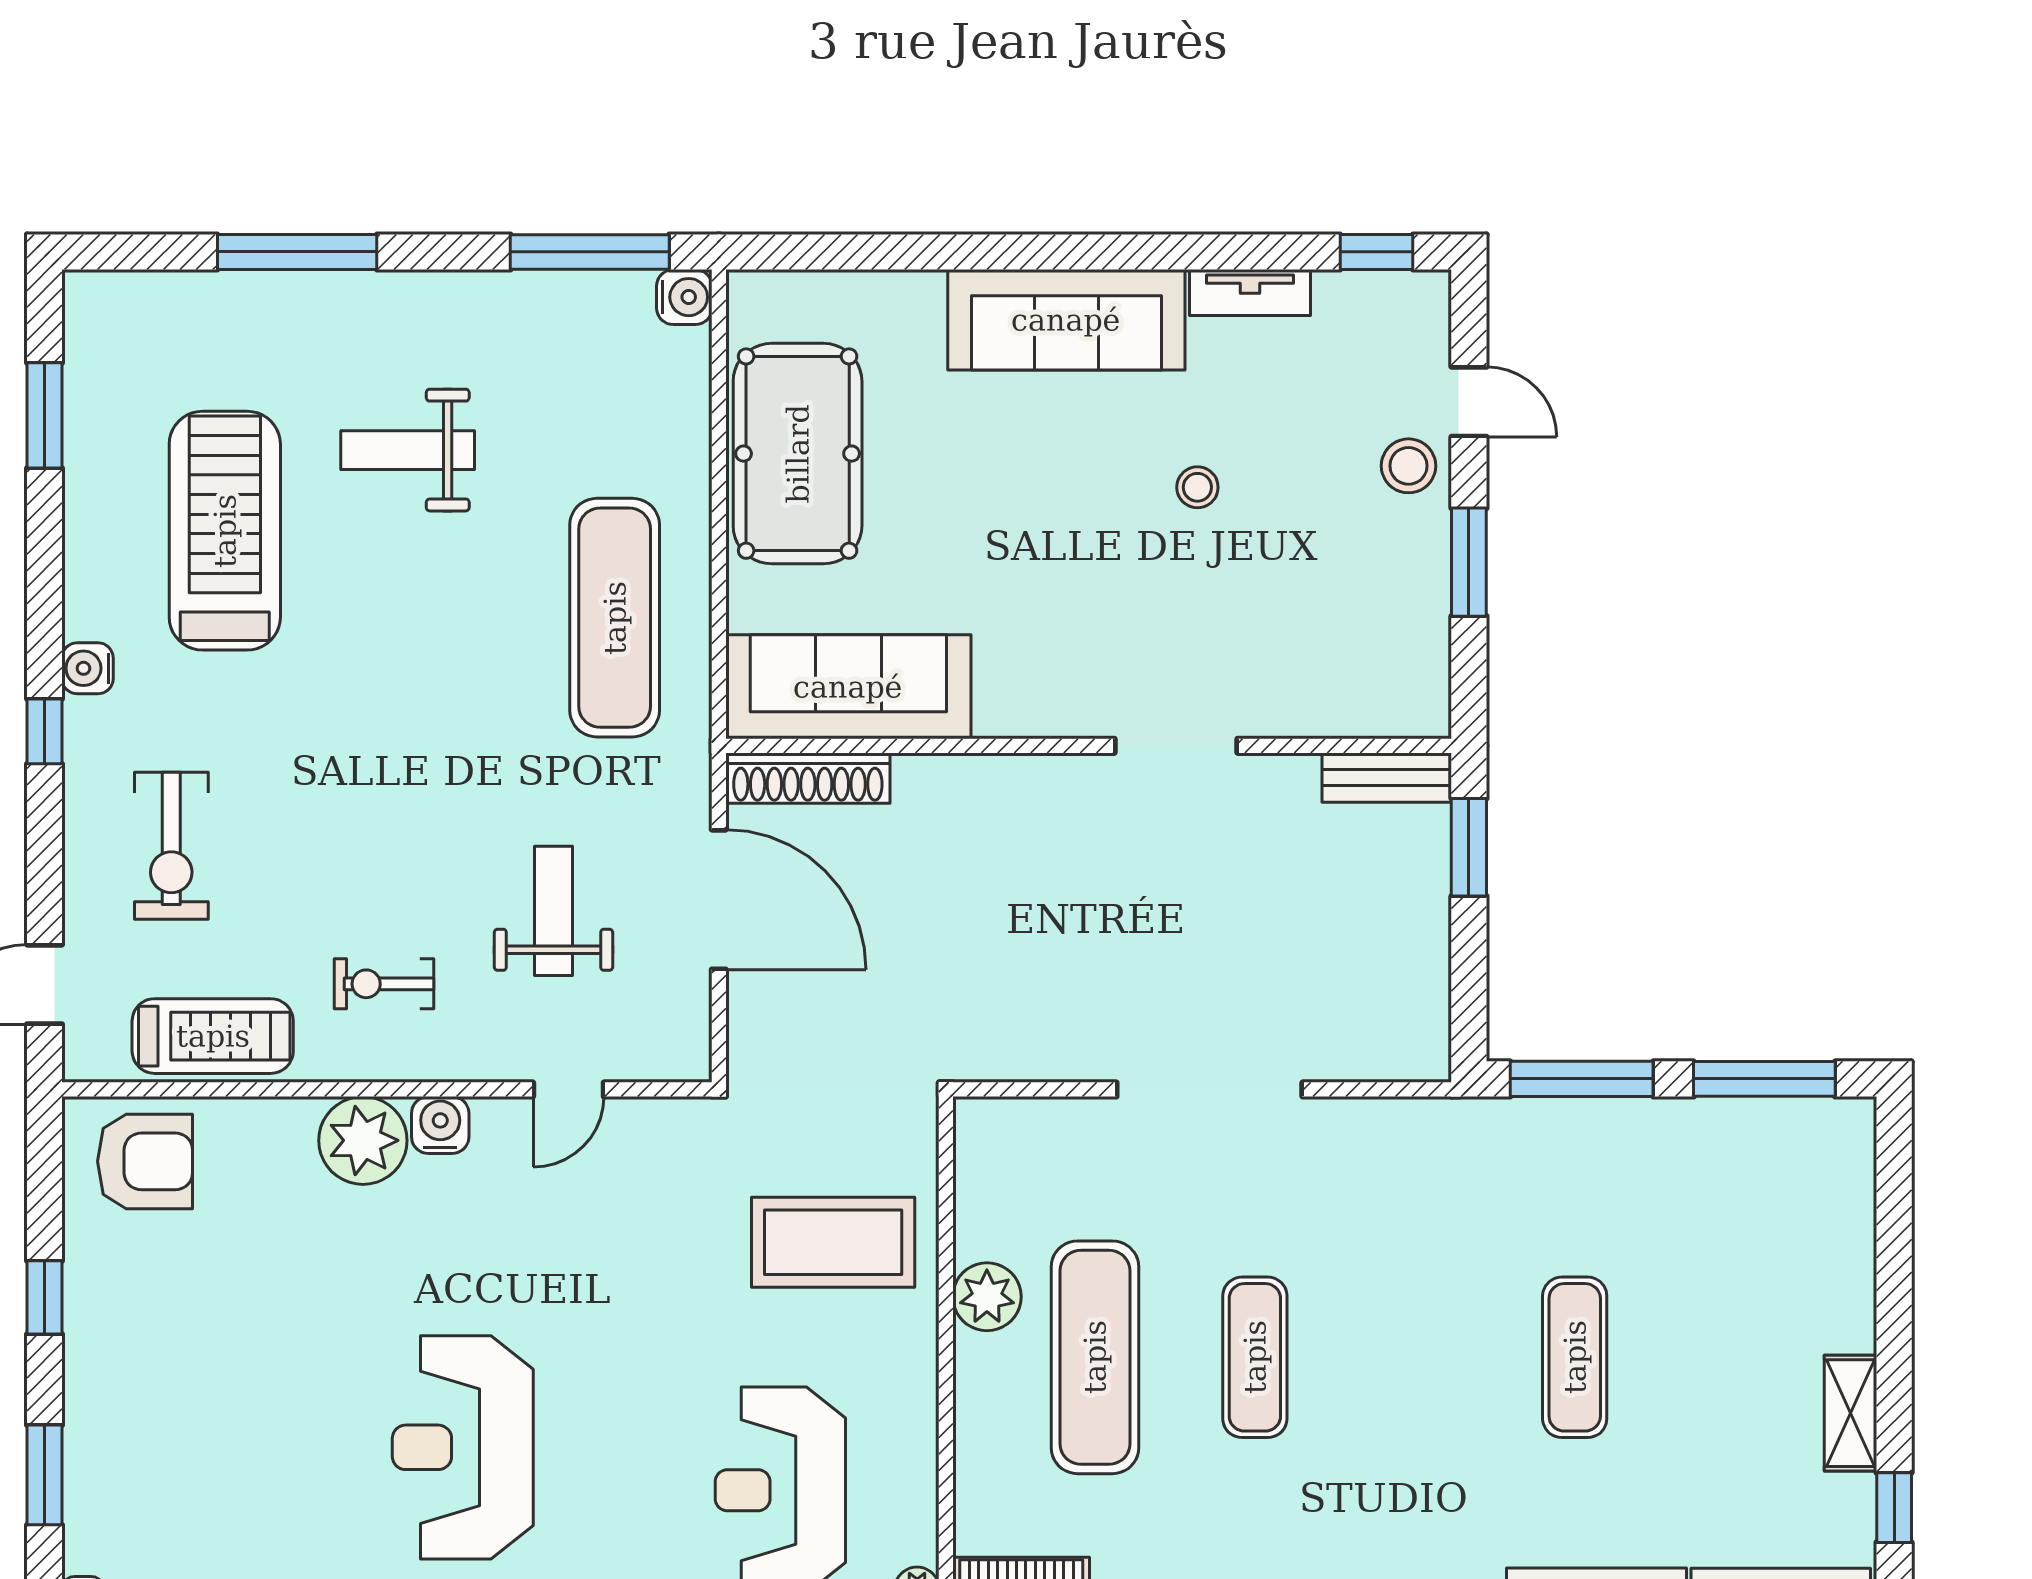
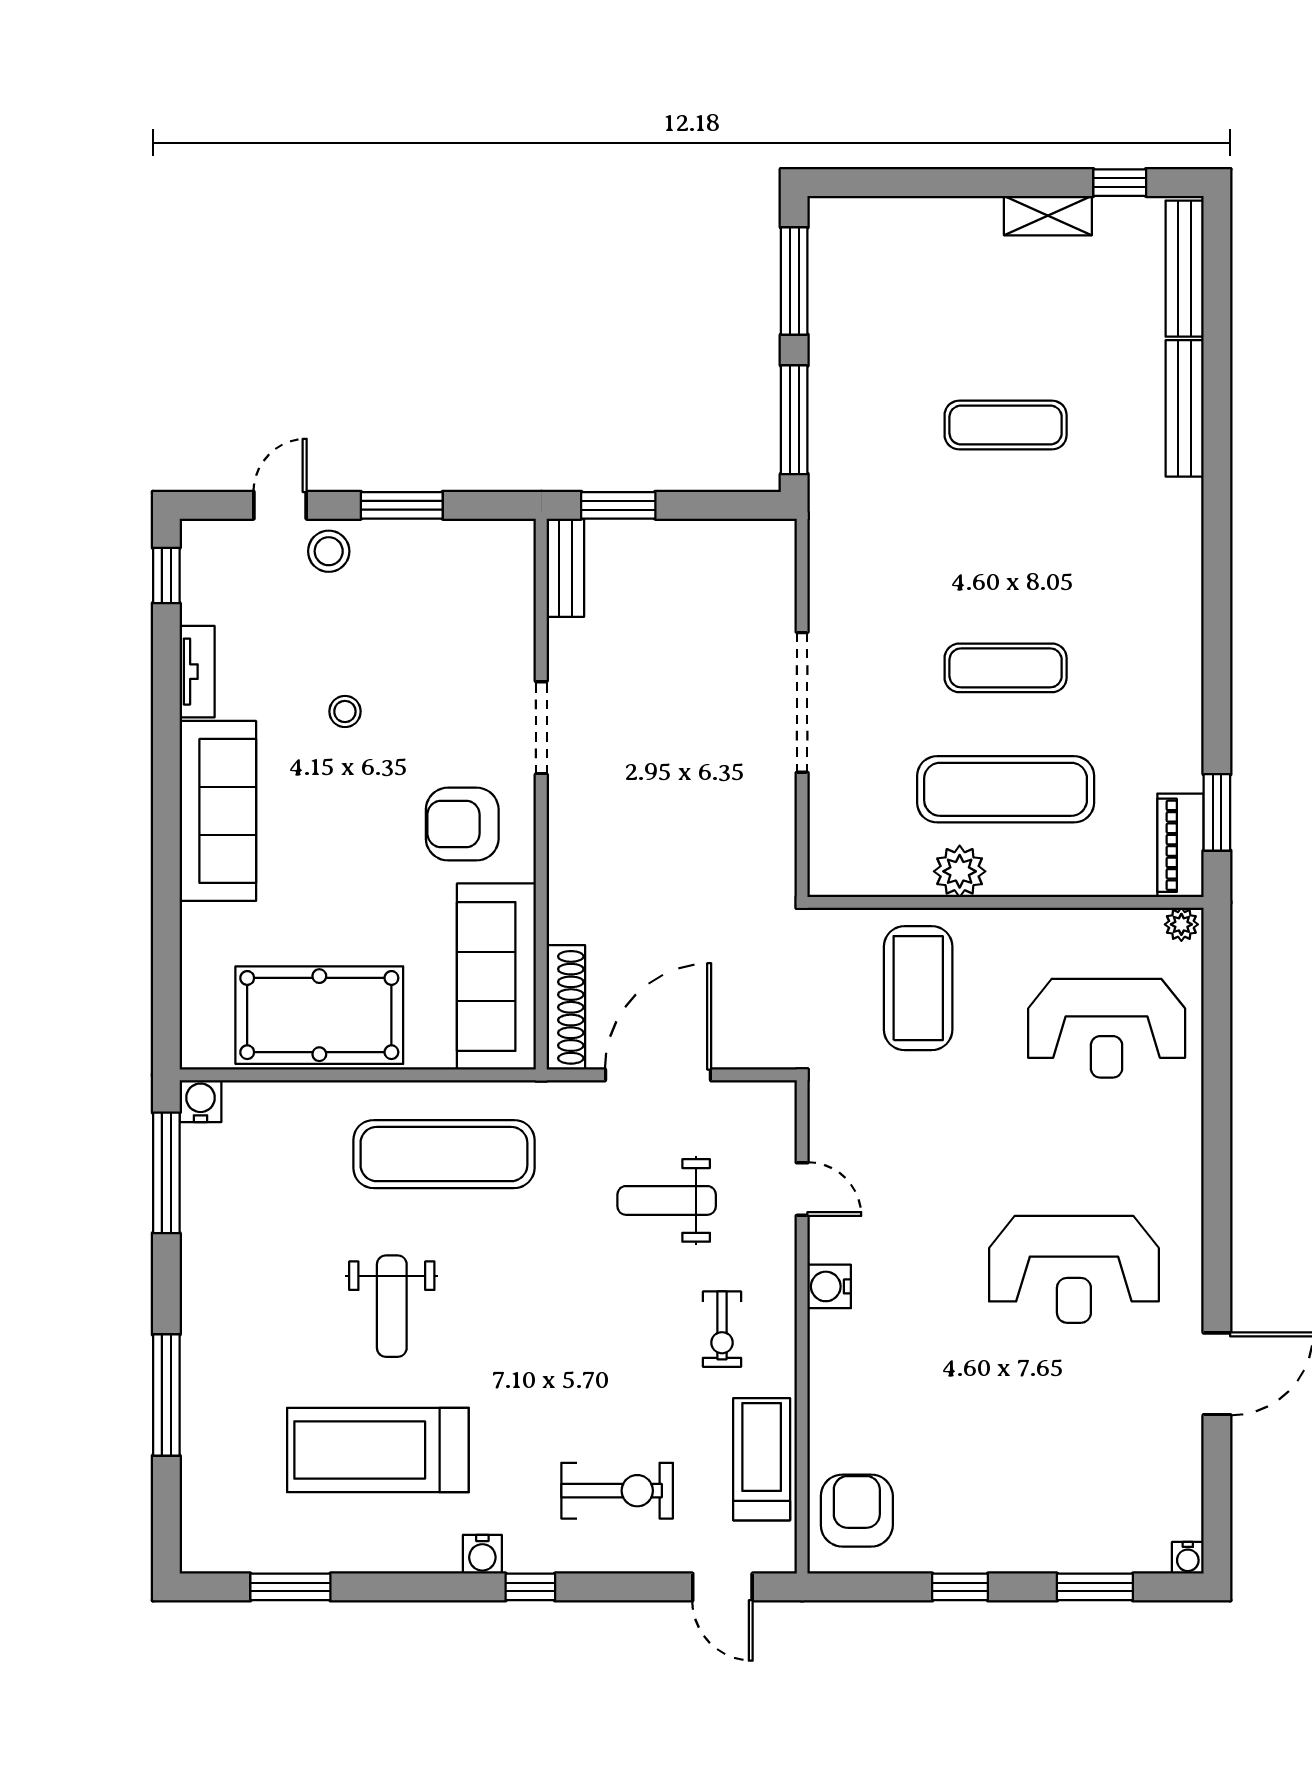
weight bench: (408, 450) -> (392, 1306), moved
armchair: (1049, 642) -> (462, 824), added
plant: (363, 1140) -> (841, 1345), removed

